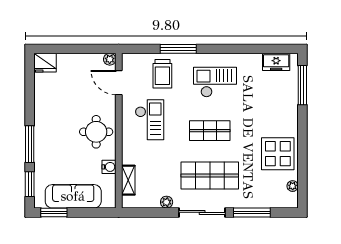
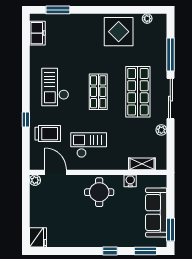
window: (178, 49) -> (26, 120), width x0.46
door: (119, 83) -> (56, 172), swing flipped
window: (302, 85) -> (58, 10), width x0.69
window: (30, 144) -> (110, 251), width x0.46

